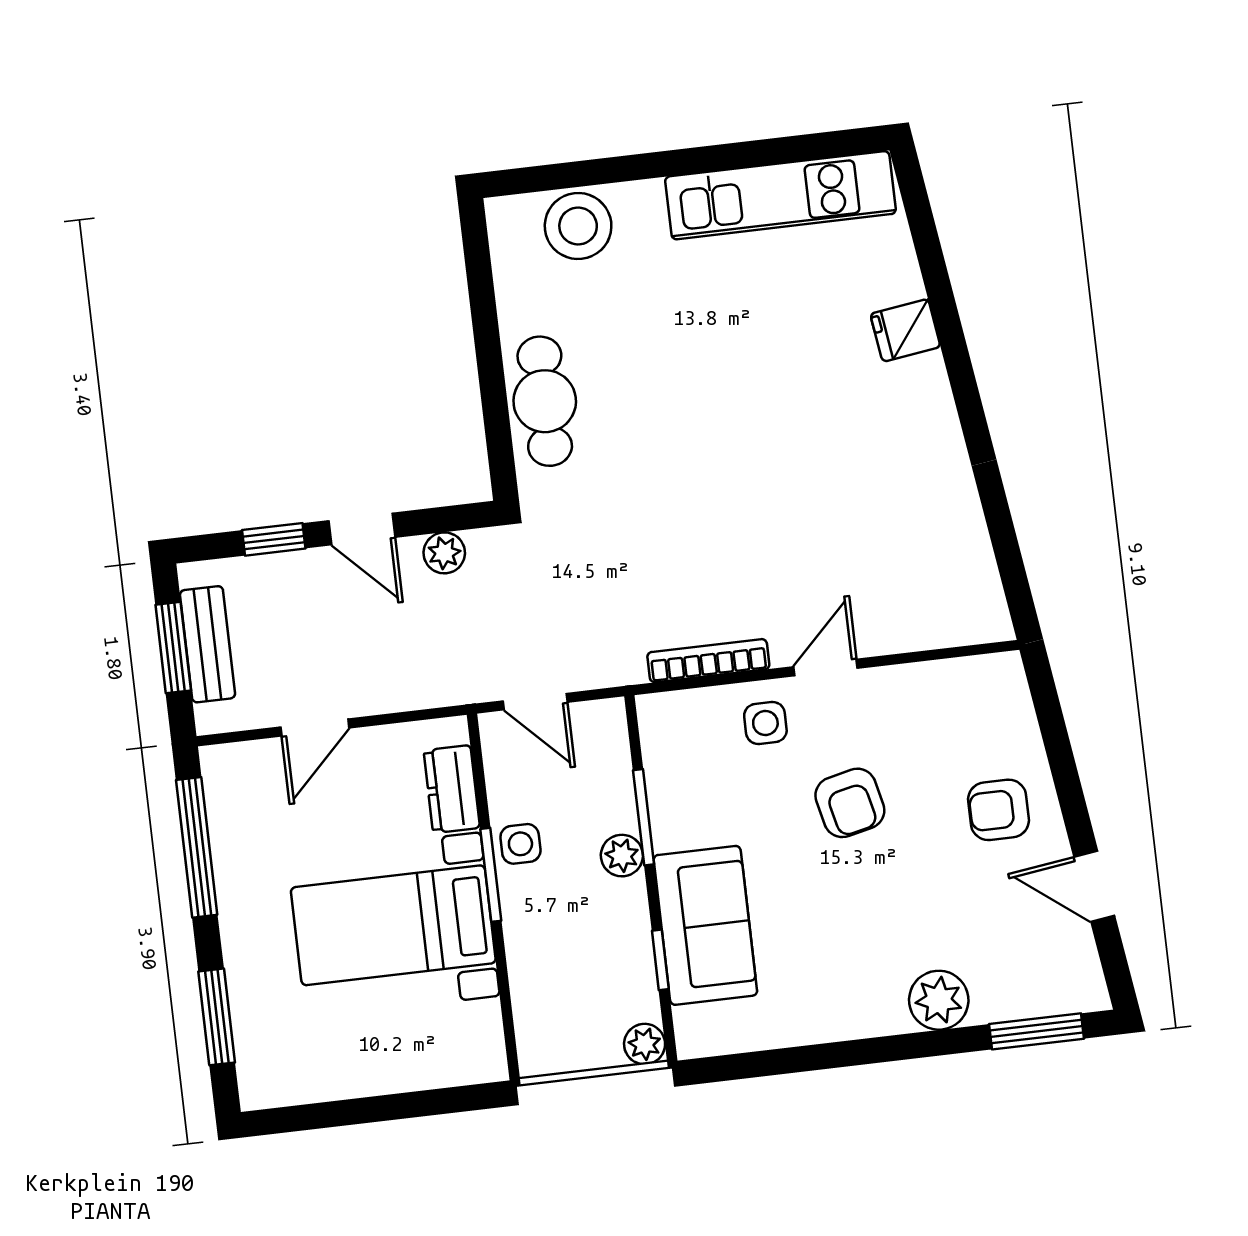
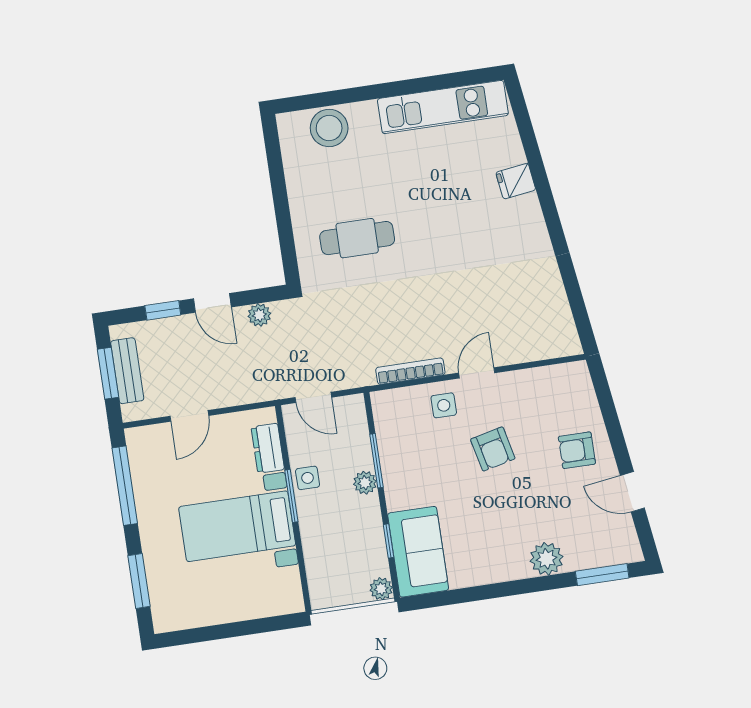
cafe table: (545, 401) -> (357, 238), moved, turned 90
sofa: (705, 925) -> (418, 552), moved

